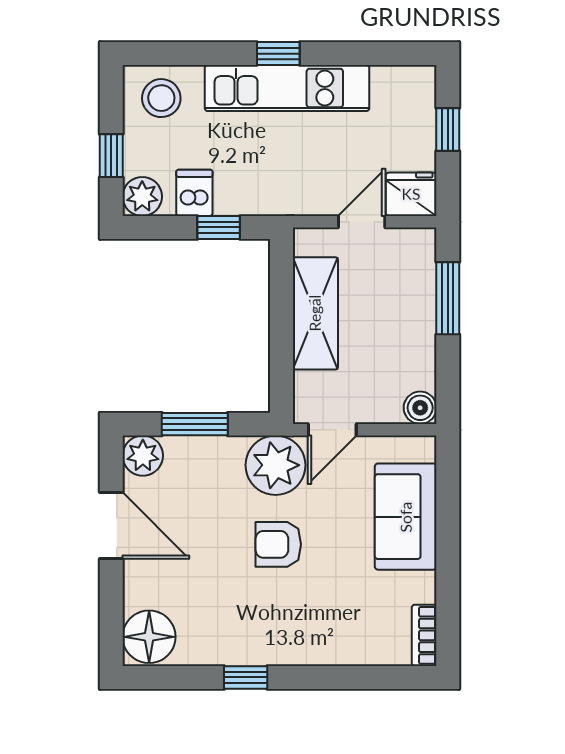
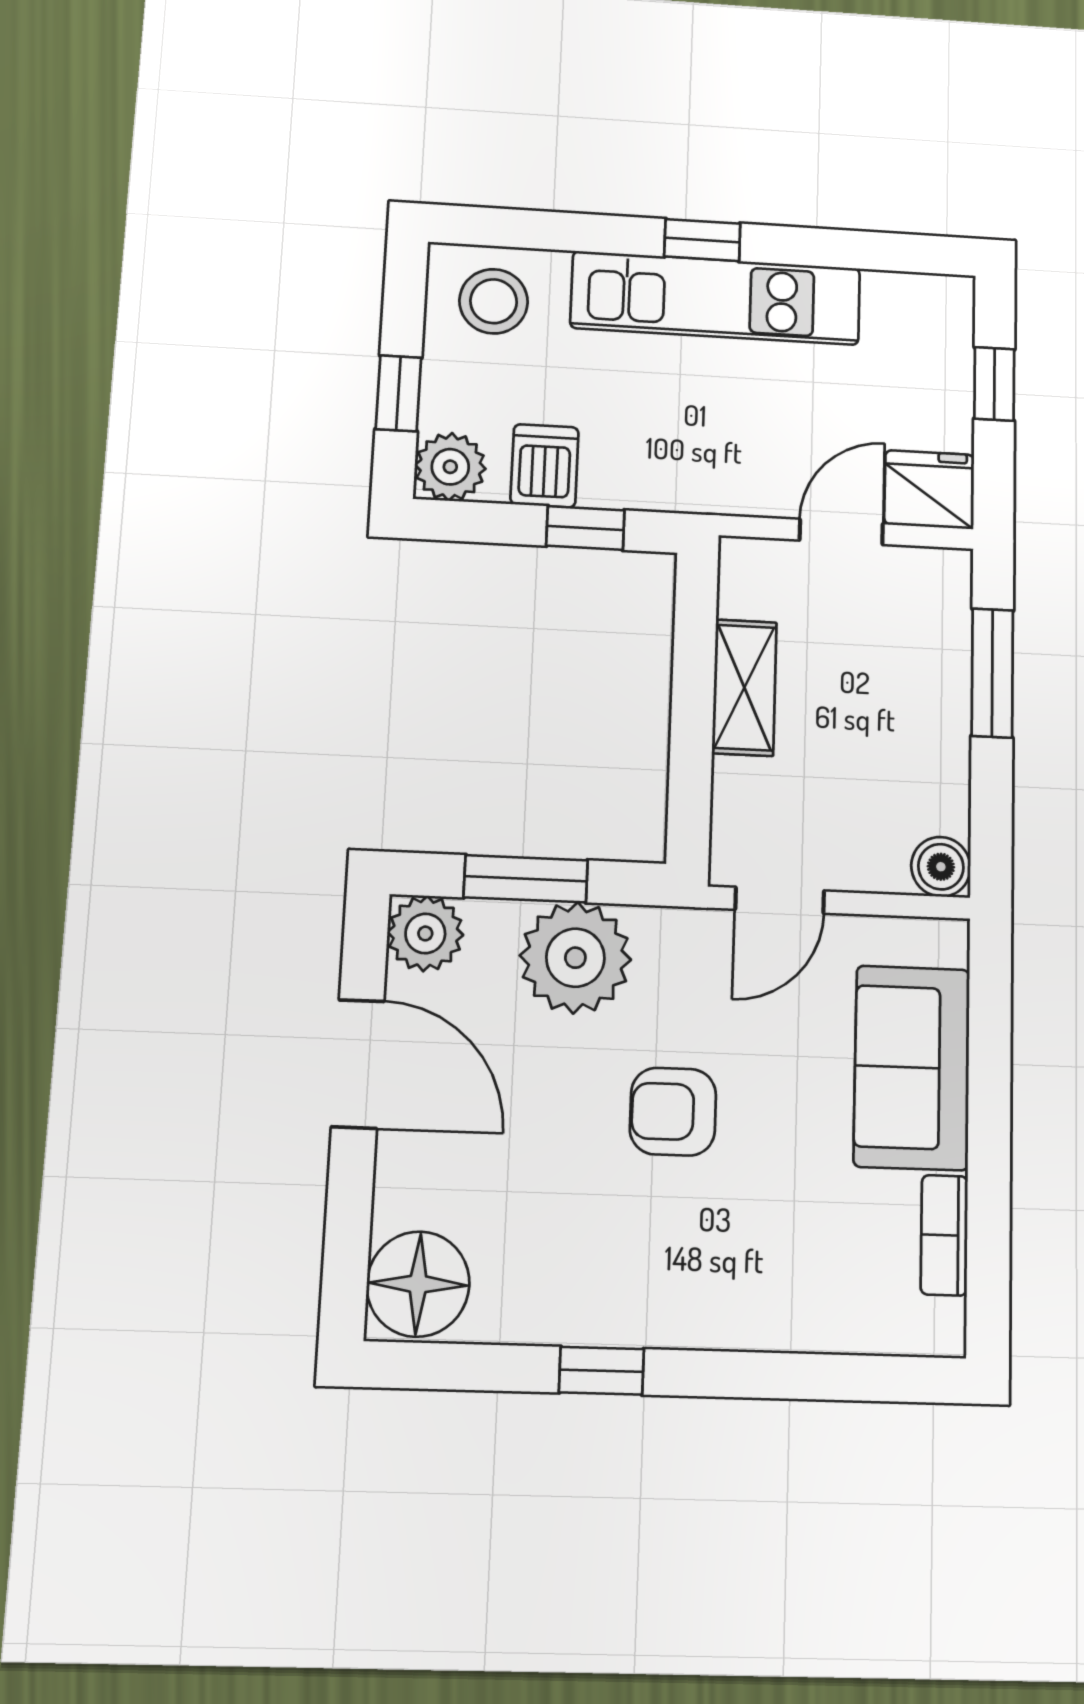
shelving: (315, 313) -> (744, 688), width x0.67, depth x0.75
plant: (275, 465) -> (575, 958), moved
bookcase: (424, 635) -> (944, 1235), moved

